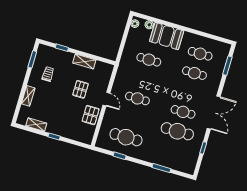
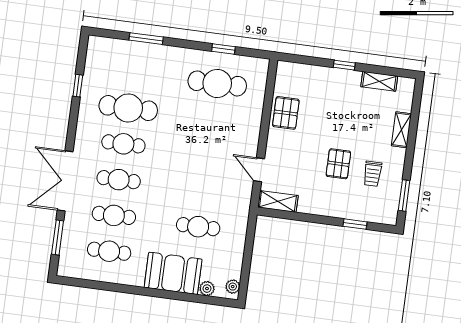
shelving: (84, 61) -> (278, 201), moved
pallet: (80, 89) -> (338, 164), moved
cafe table: (137, 98) -> (119, 180), moved
door: (106, 99) -> (259, 170), moved
double door: (214, 113) -> (65, 181), moved

